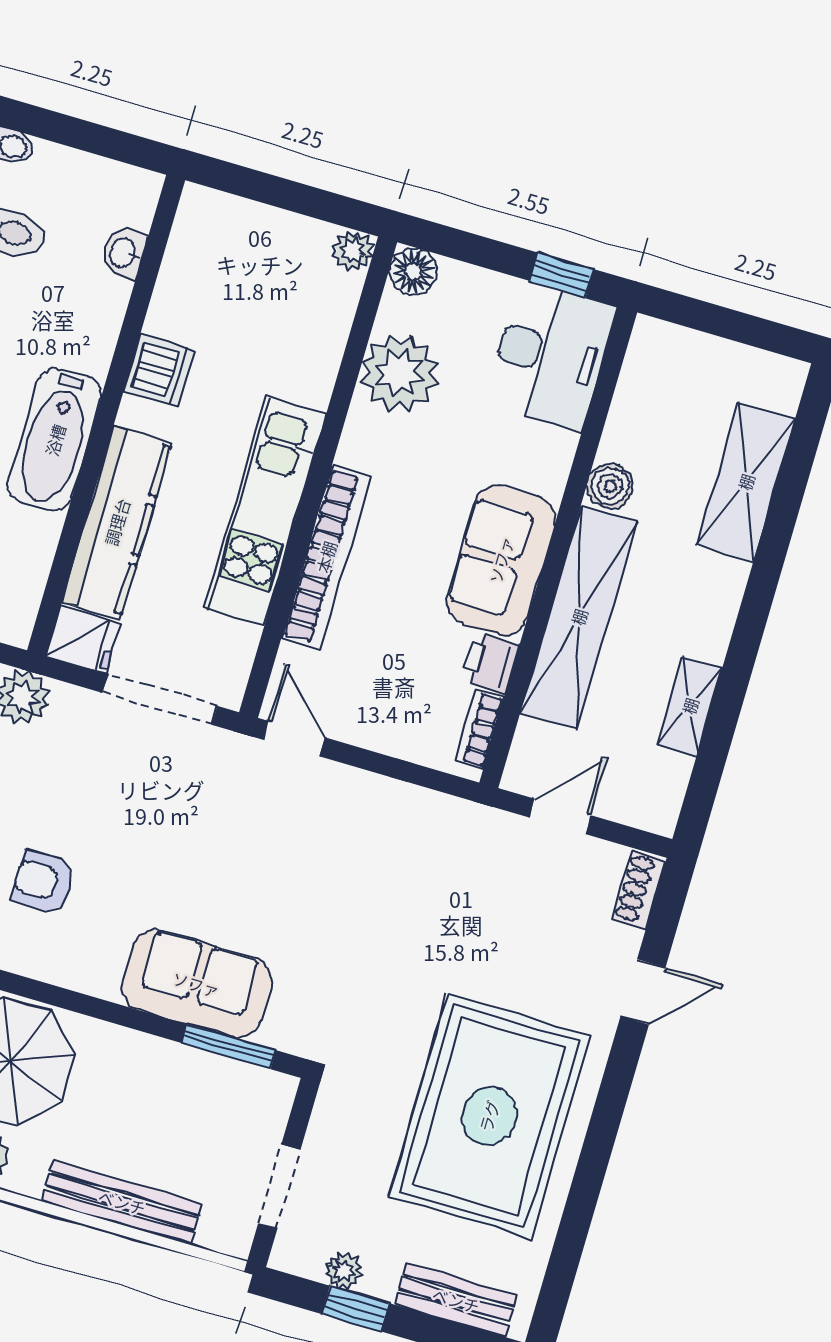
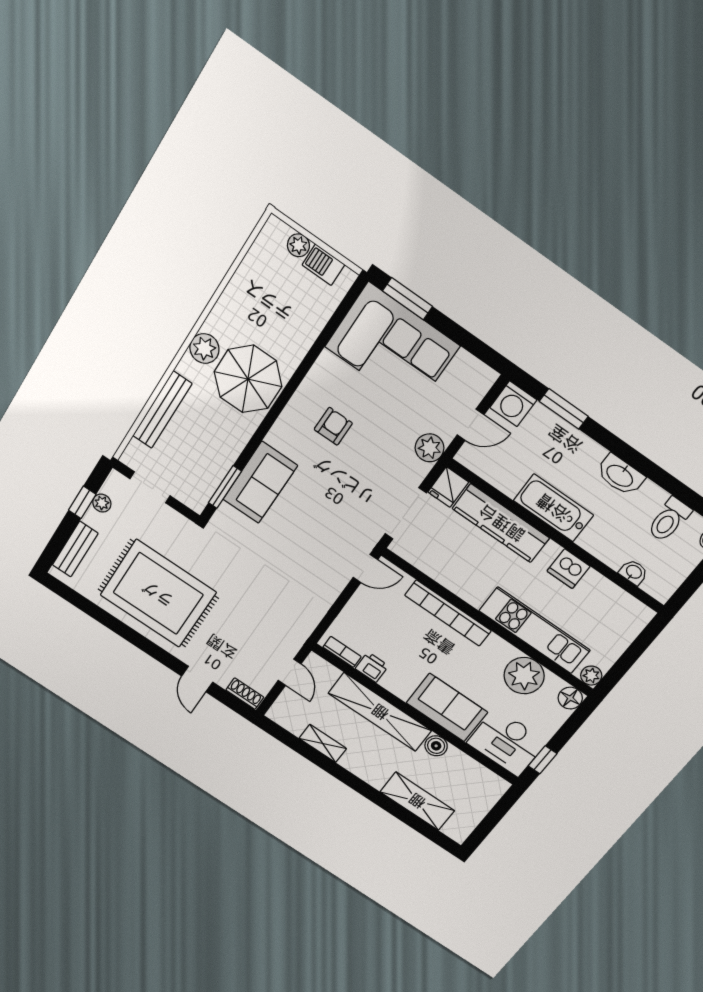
kitchen unit: (265, 511) -> (535, 630), moved
sofa: (501, 560) -> (447, 708), moved

